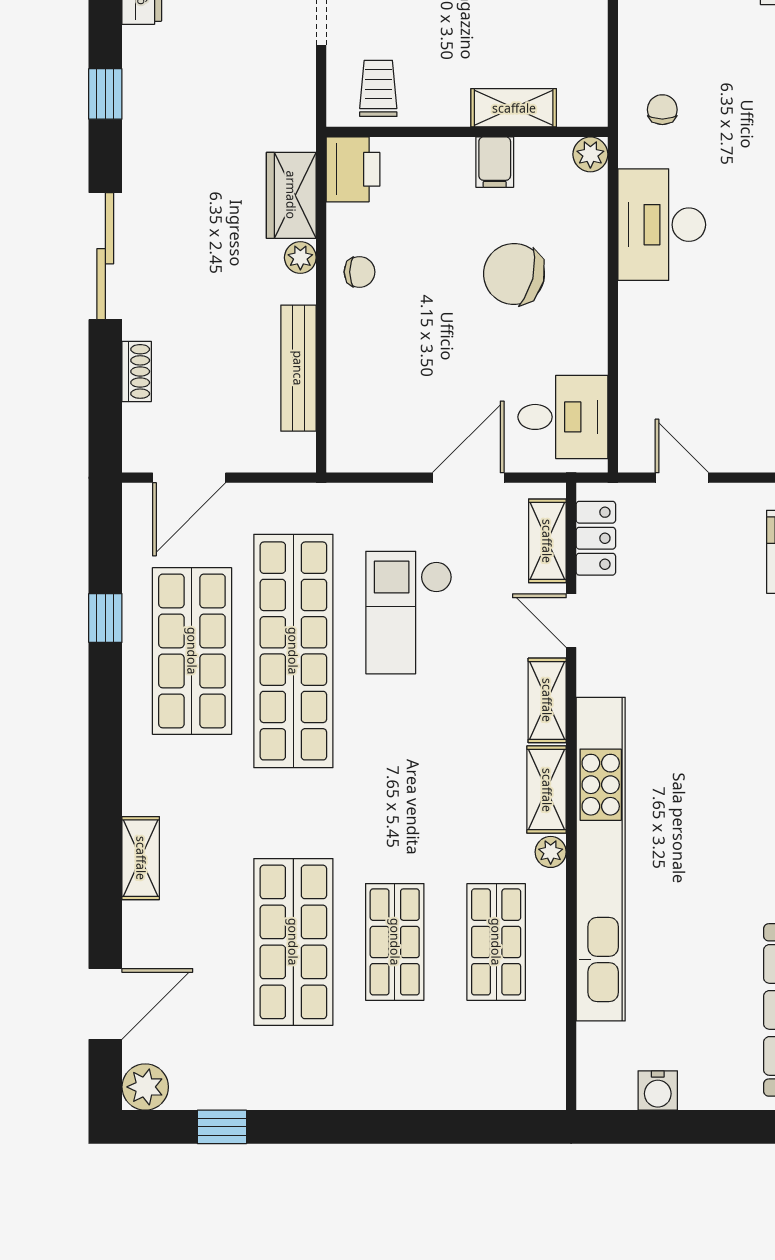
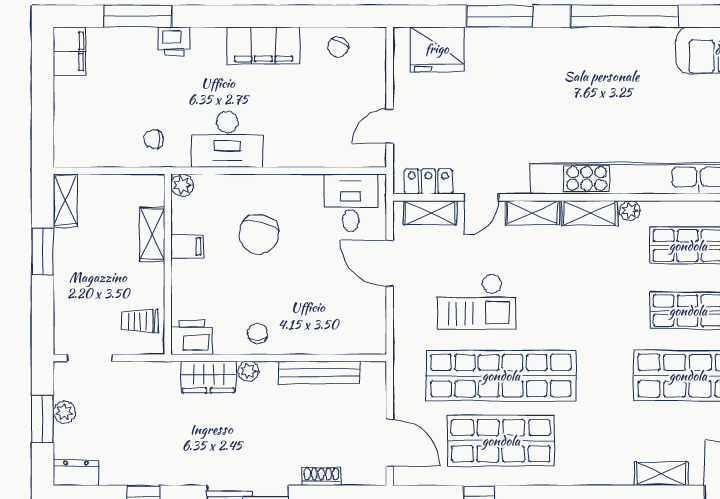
shelving: (141, 858) -> (661, 474), moved

